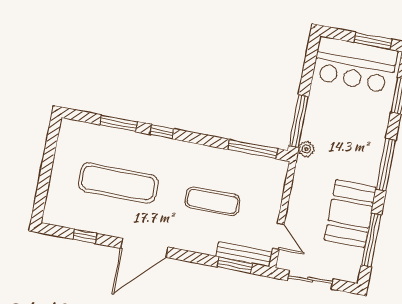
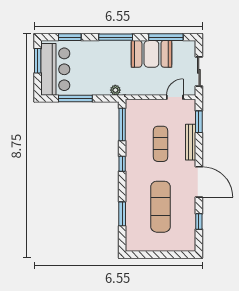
window: (299, 121) -> (75, 99), moved
window: (162, 132) -> (122, 164), moved
bench: (244, 254) -> (191, 142), moved

